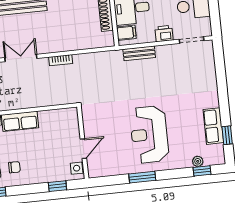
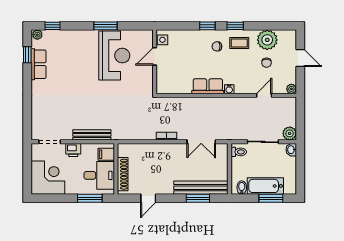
bench: (139, 53) -> (92, 135), width x1.36
reception desk: (149, 135) -> (114, 56), moved
plant: (198, 161) -> (37, 35), moved
window: (57, 186) -> (207, 26), moved

